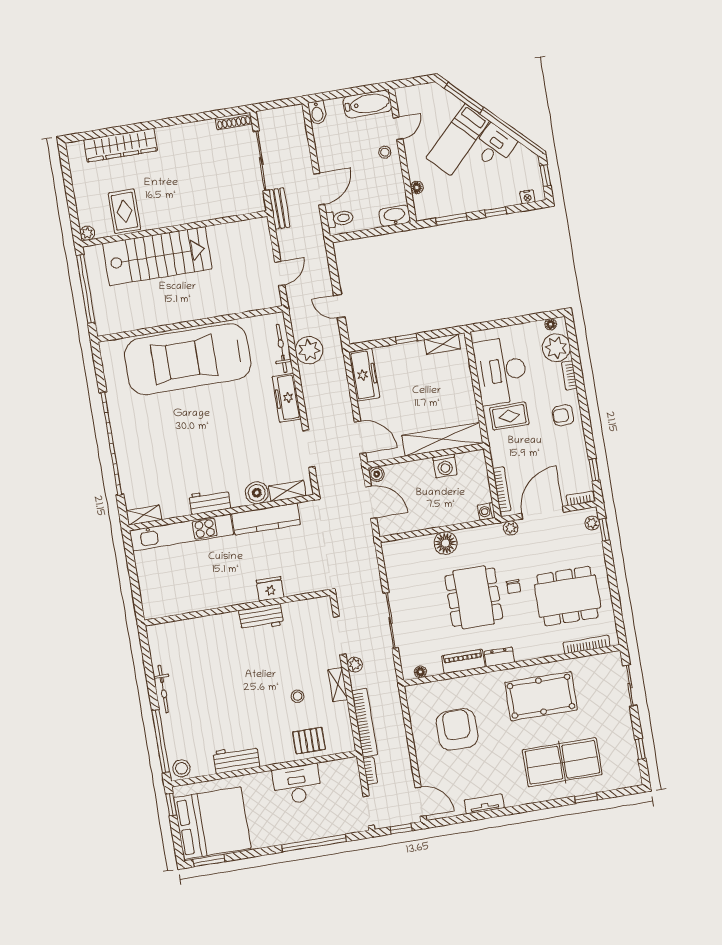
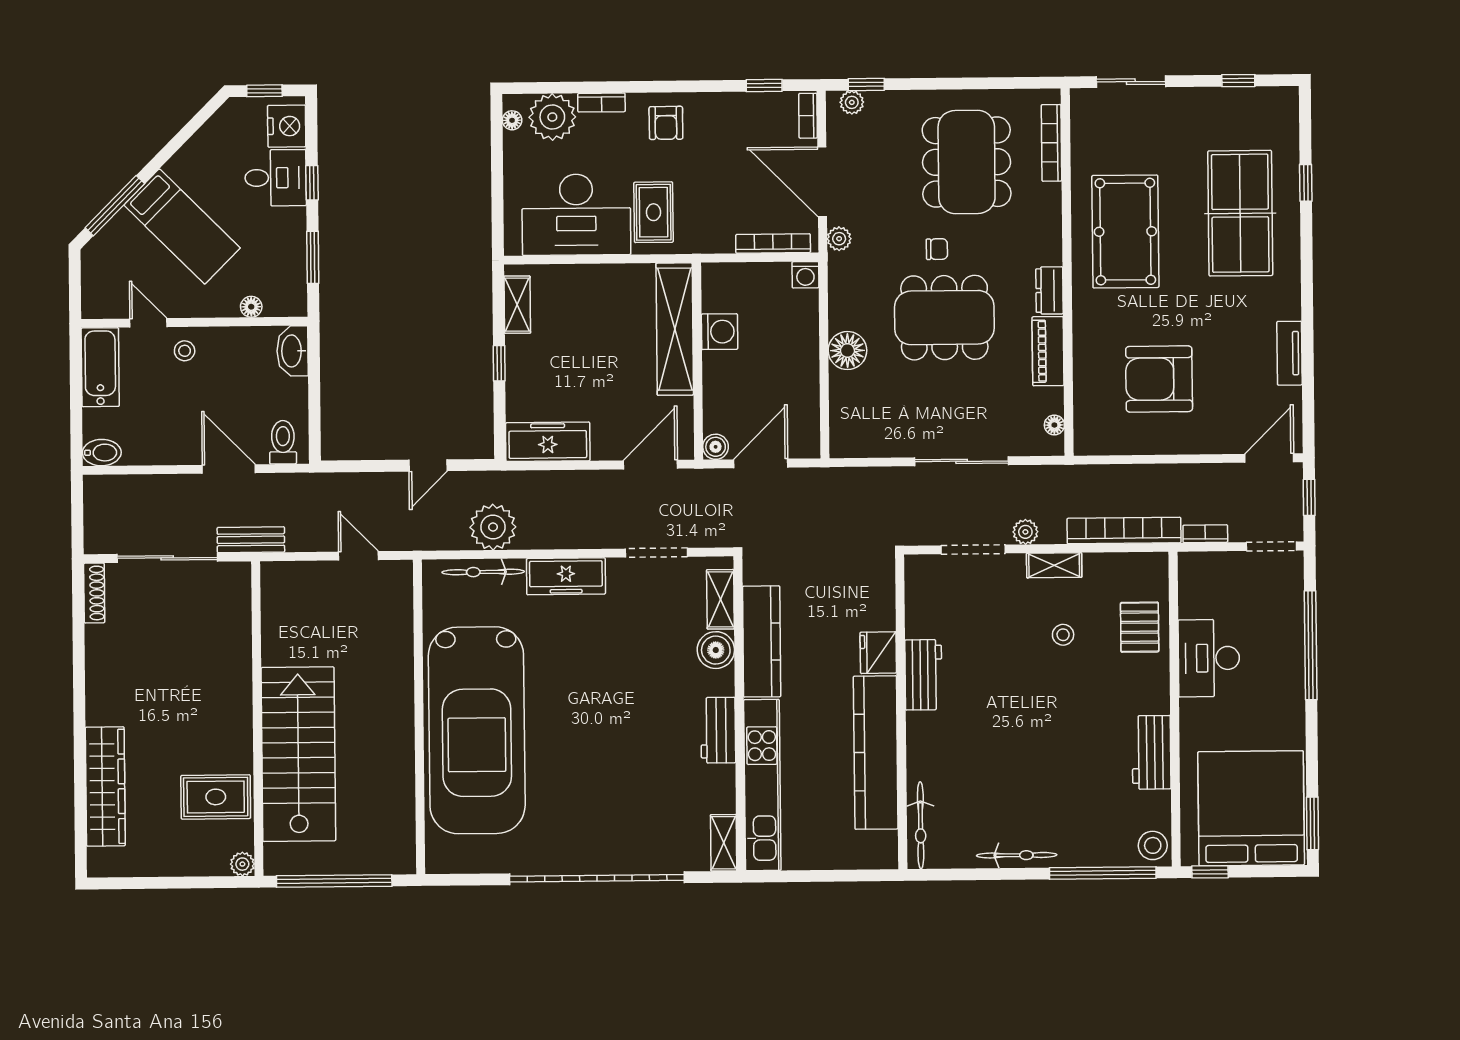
desk: (494, 146) -> (276, 178), moved, turned 135
nightstand: (527, 197) -> (287, 126), width x1.89, depth x1.79
kitchen counter: (211, 596) -> (876, 753), added
bicycle: (172, 630) -> (921, 825), added

